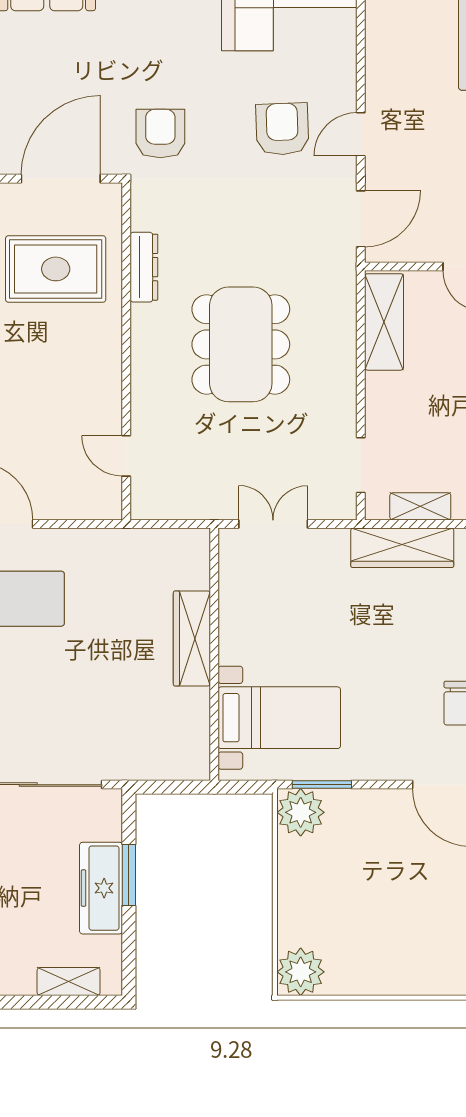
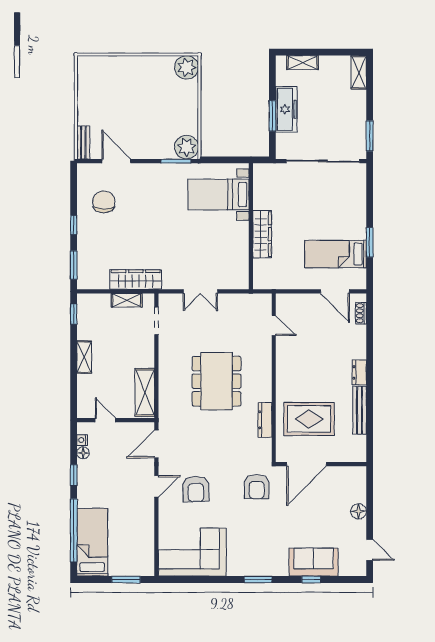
wardrobe: (192, 638) -> (262, 234), moved
wall: (214, 654) -> (251, 226), moved
bed with nightstands: (279, 718) -> (218, 194), moved

